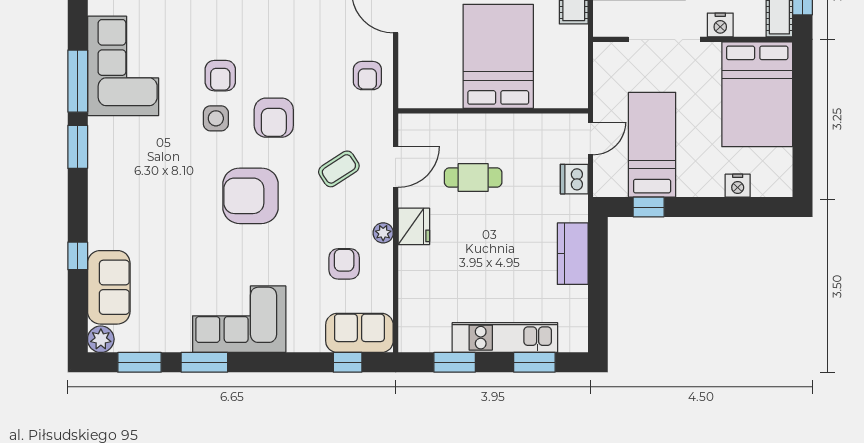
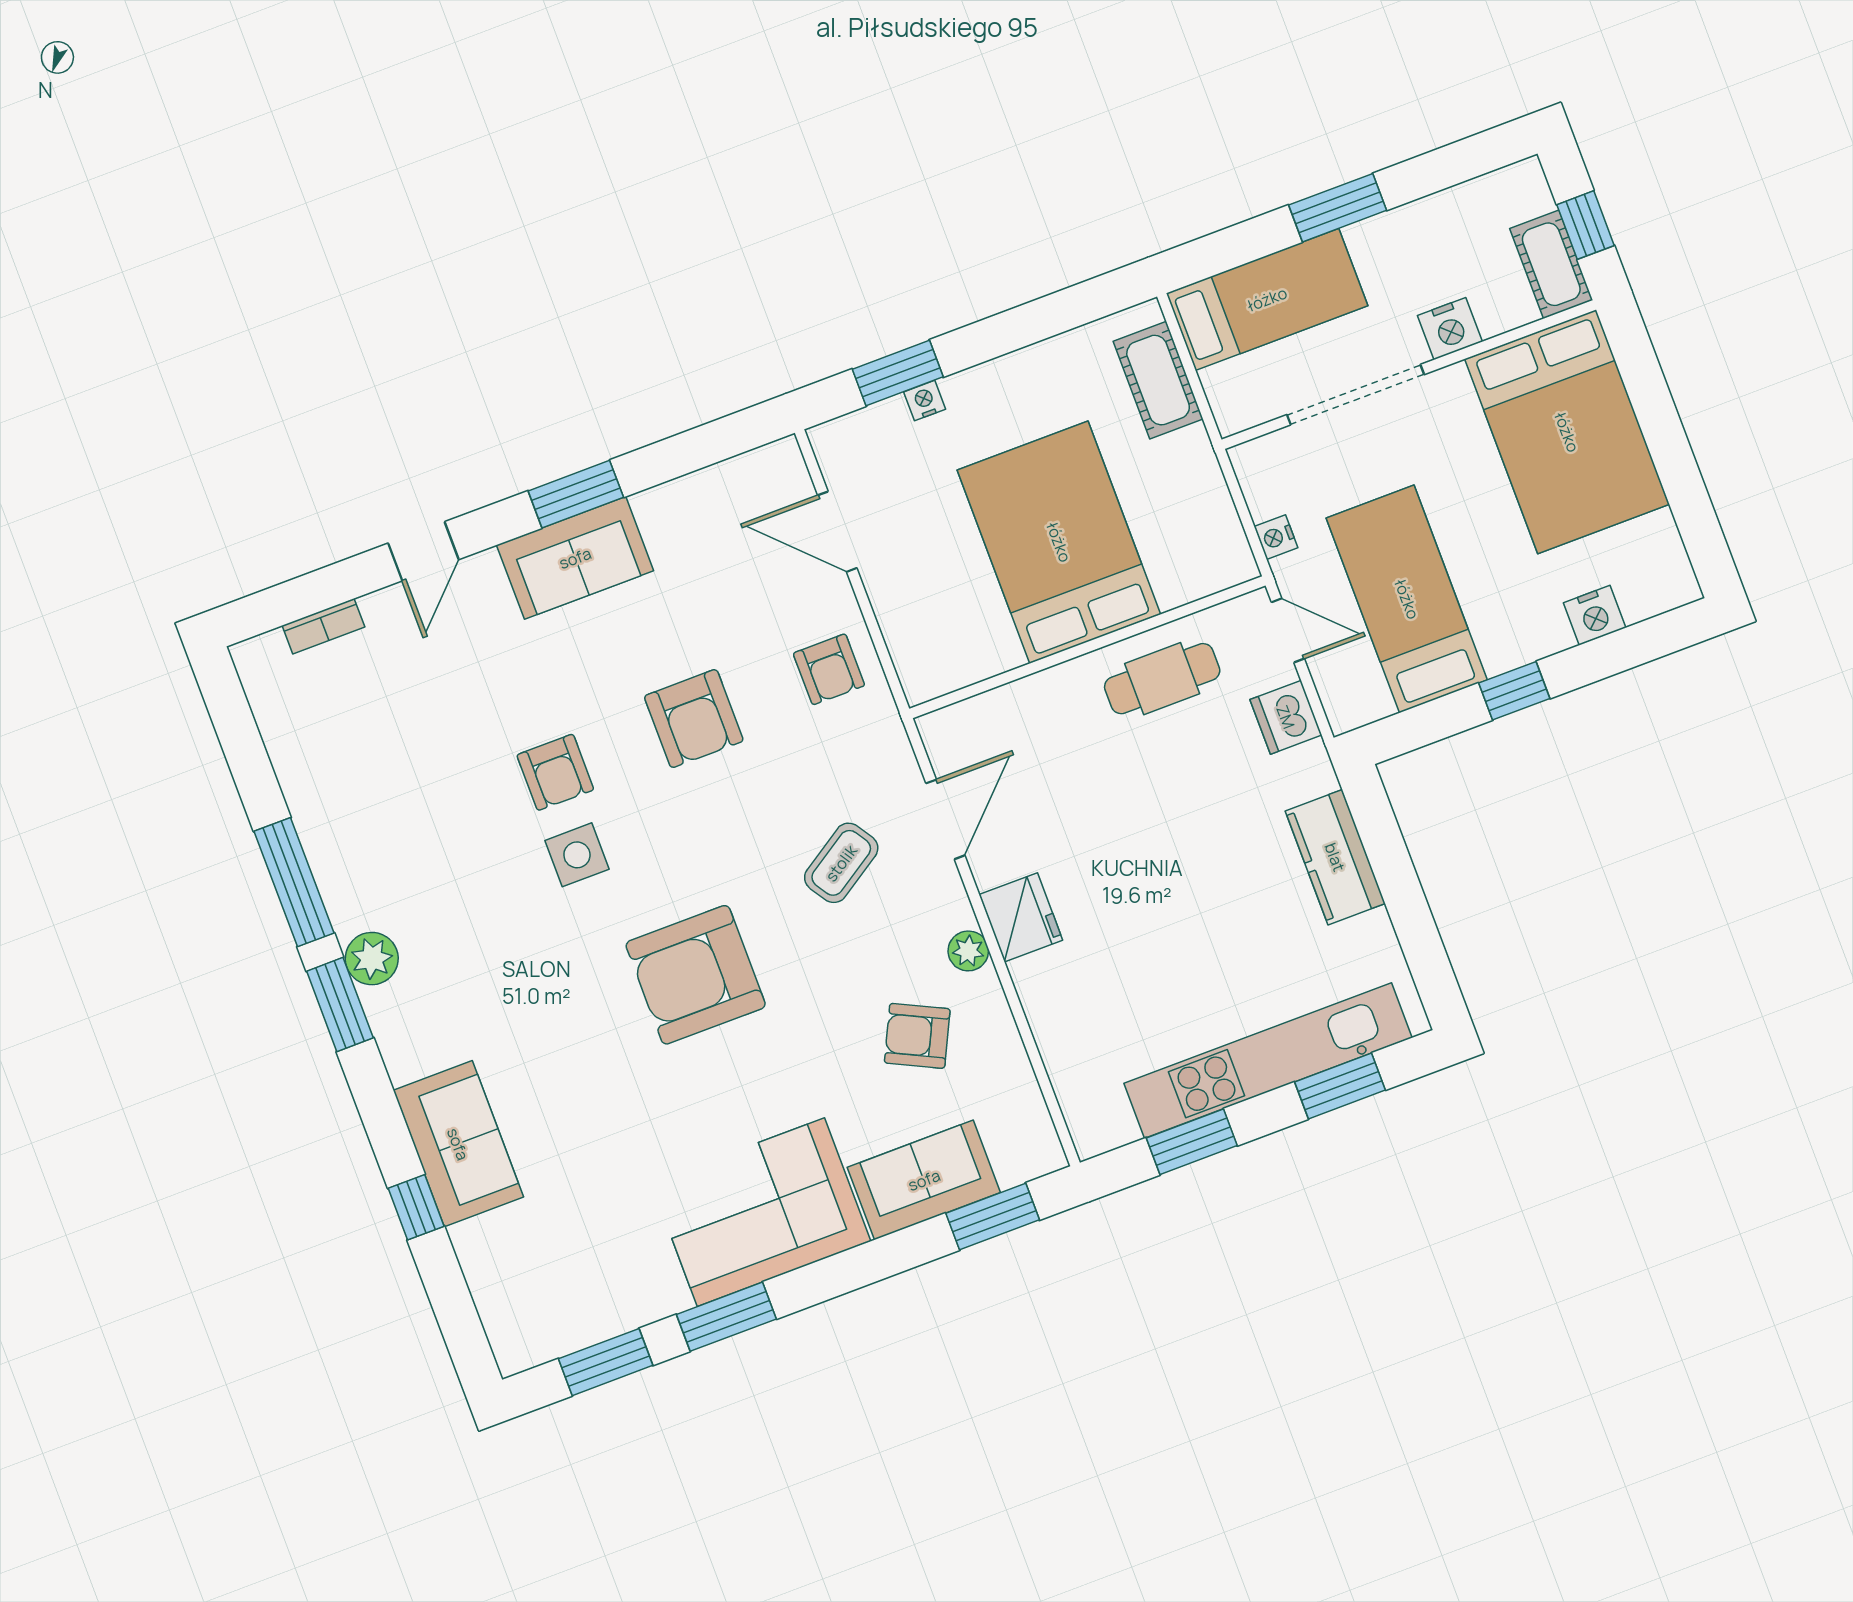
corner sofa: (123, 66) -> (368, 822), removed
nightstand: (601, 92) -> (1276, 537), added
armchair: (274, 118) -> (694, 719), moved
door: (590, 138) -> (1288, 630), hinge flipped
cafe table: (473, 177) -> (1162, 679), moved
window: (649, 207) -> (1514, 691), moved
armchair: (344, 264) -> (917, 1036), turned -64
sofa: (109, 287) -> (458, 1144), moved
sofa: (359, 333) -> (924, 1180), moved
kitchen unit: (505, 338) -> (1268, 1061), width x1.36
plant: (101, 339) -> (372, 959), moved
window: (348, 362) -> (993, 1217), width x1.50

